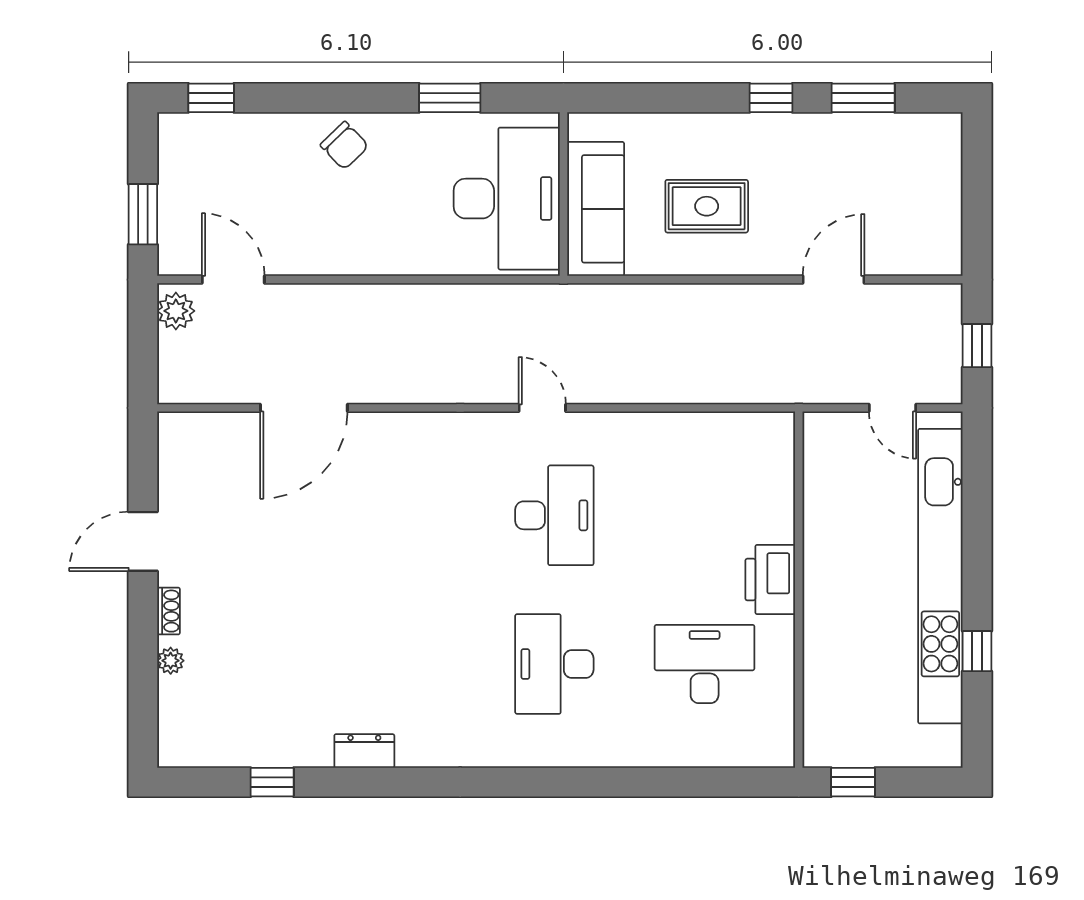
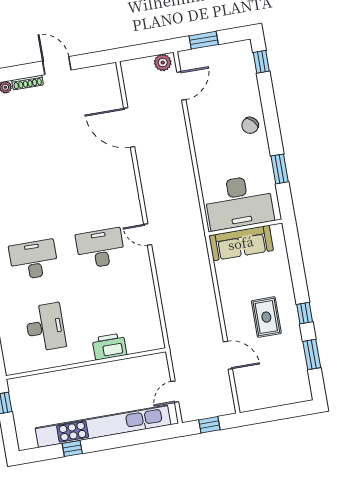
rug: (707, 206) -> (266, 317), moved
door: (542, 408) -> (148, 234), swing flipped
desk: (554, 515) -> (100, 248), turned 180
printer: (770, 580) -> (109, 346), moved
shoe rack: (169, 611) -> (28, 83), width x1.43

